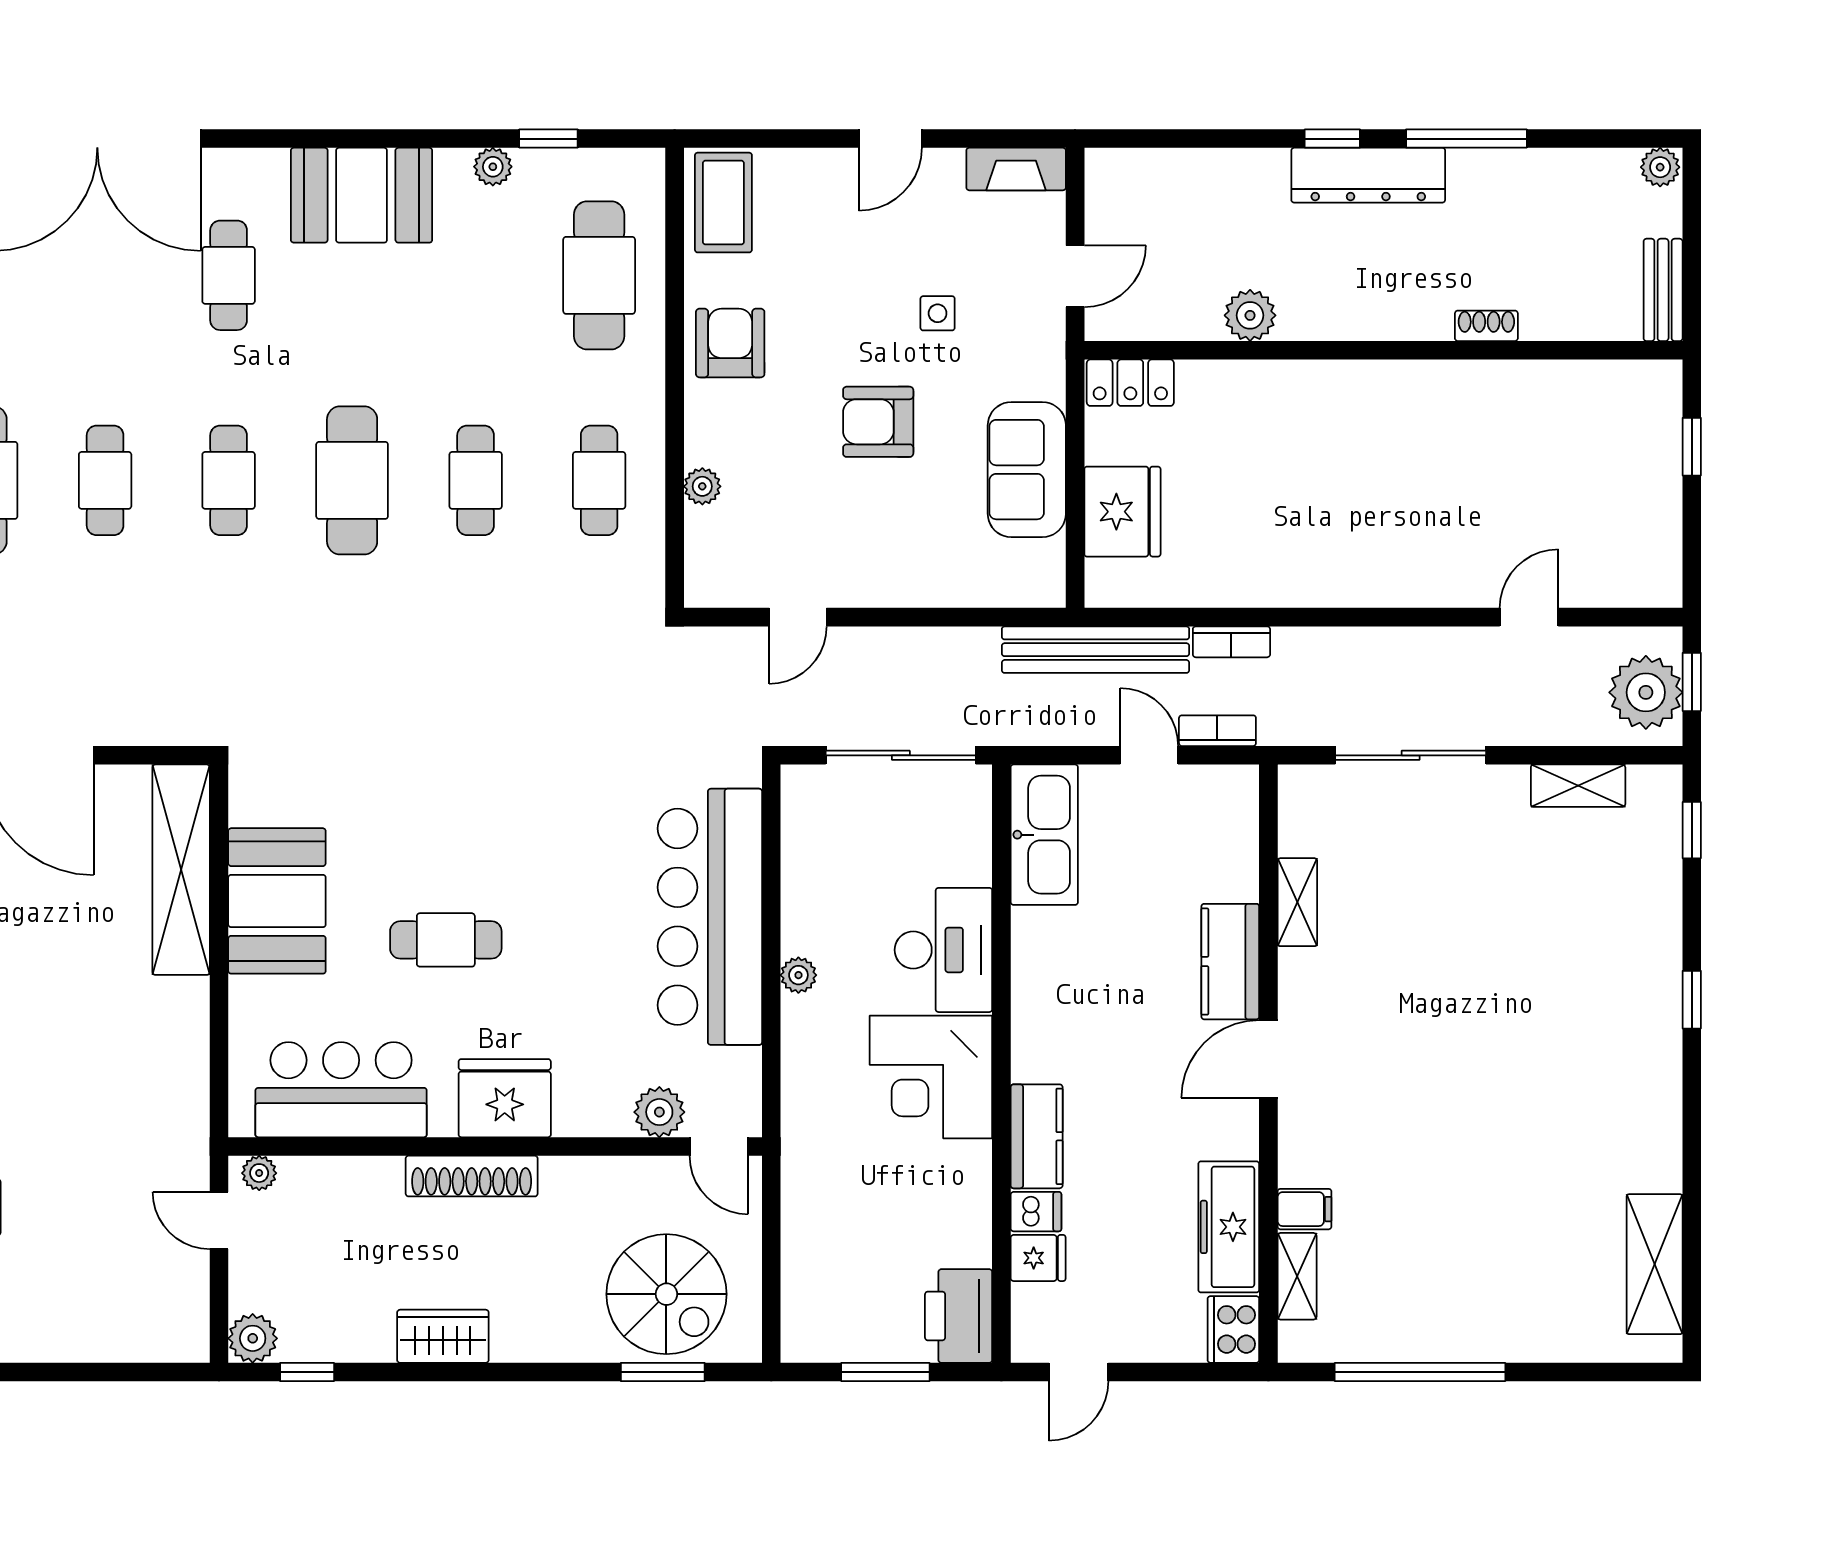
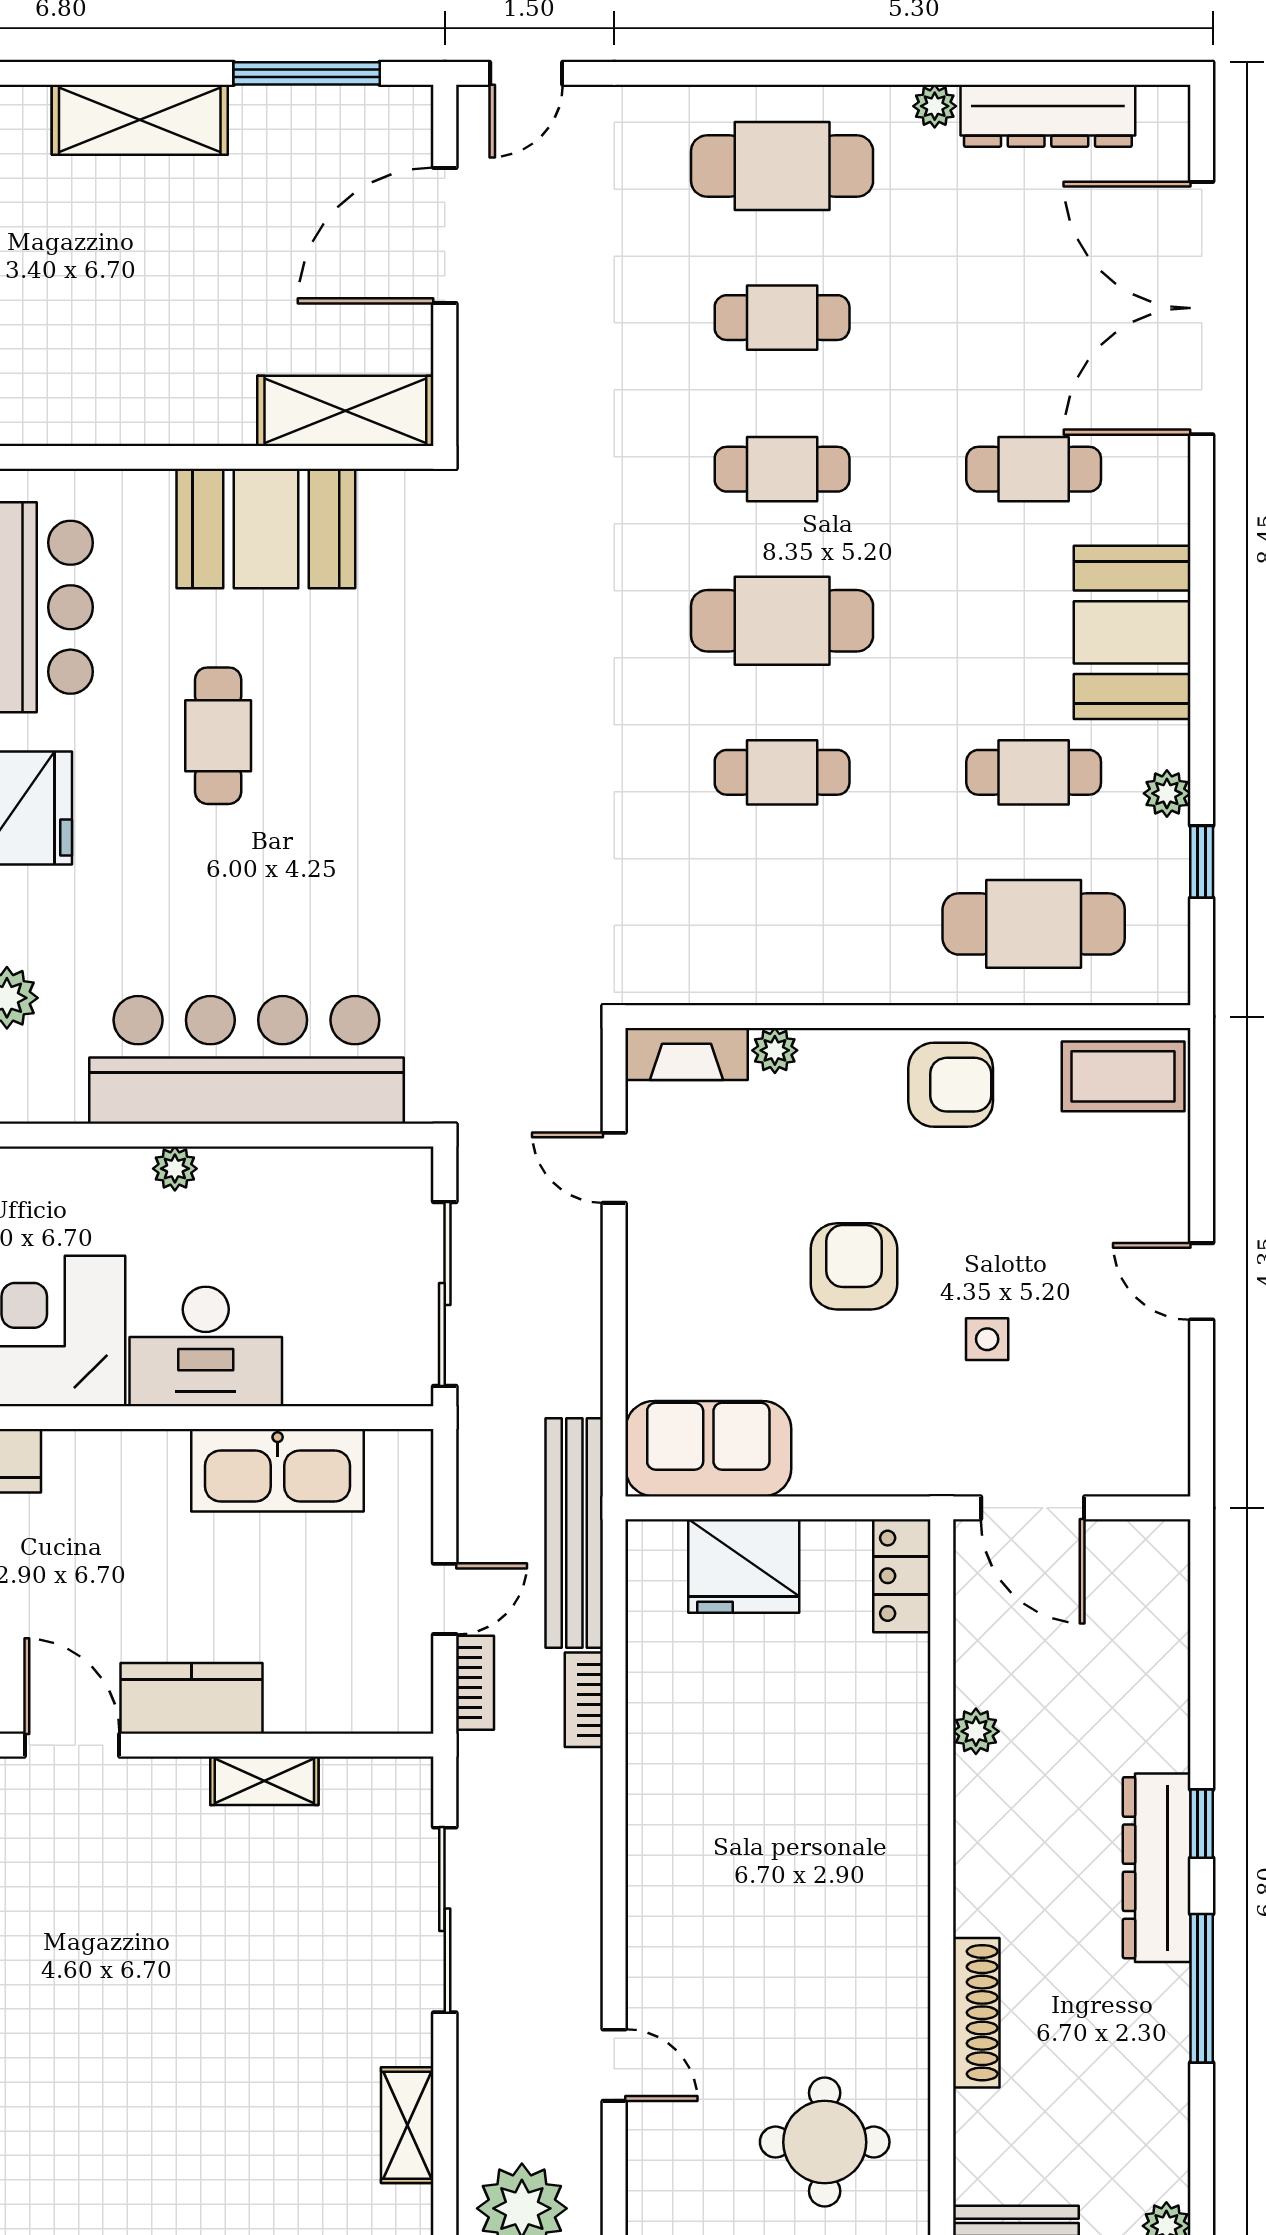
fireplace: (1016, 169) -> (687, 1054), moved, turned -90
door: (1075, 276) -> (1033, 1508), width x1.38
plant: (1250, 315) -> (976, 1731), width x0.73, depth x0.73
shoe rack: (1486, 326) -> (976, 2013), width x1.94, depth x1.24
round table: (1592, 446) -> (825, 2142), added
sofa: (1027, 470) -> (708, 1449), moved
cafe table: (599, 480) -> (1034, 772), moved
kitchen sink: (1044, 835) -> (278, 1470), moved
shelving: (181, 870) -> (345, 411), width x0.68

